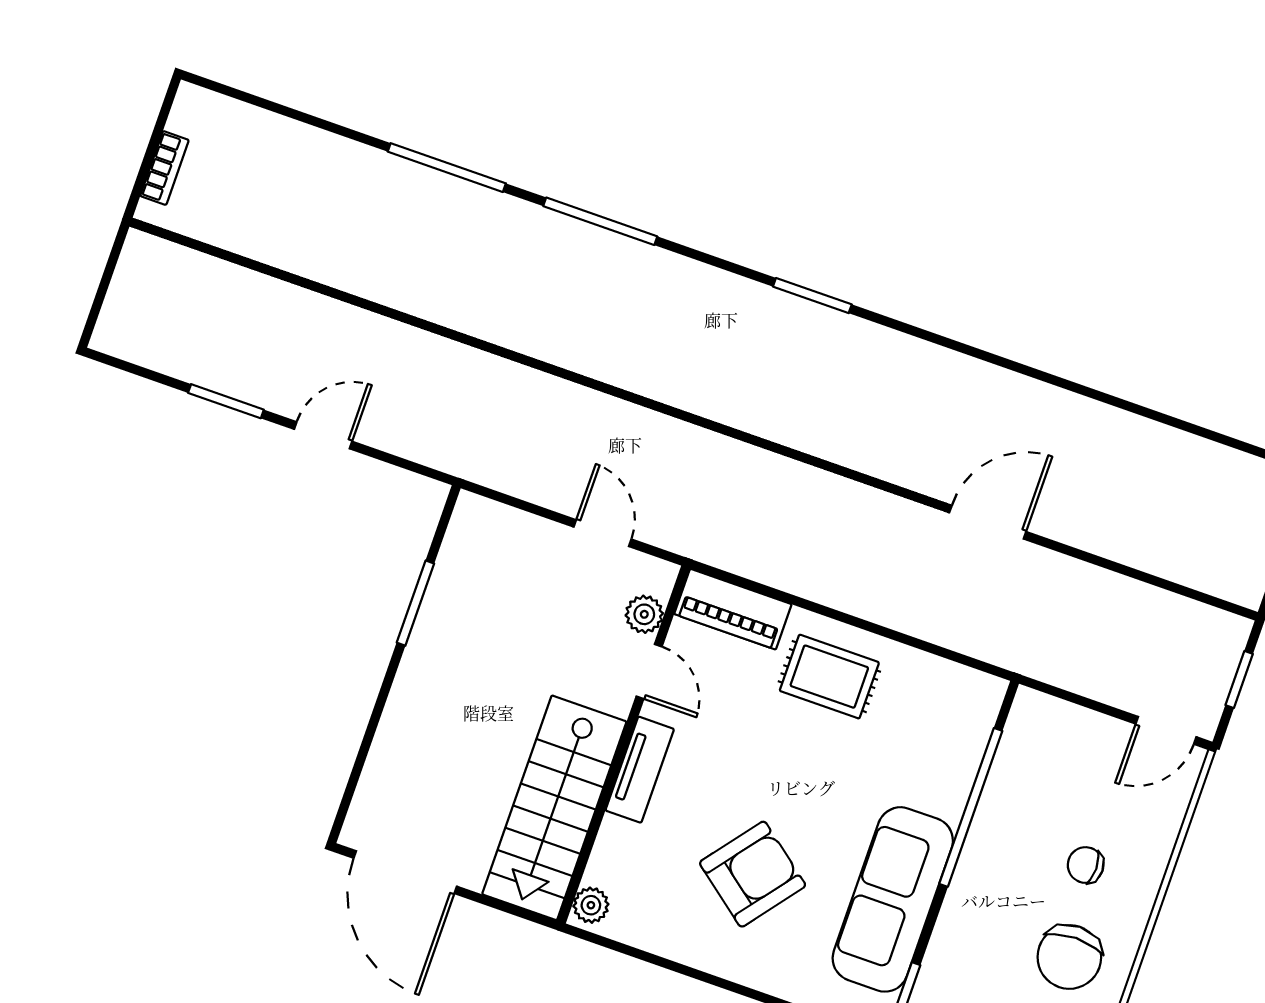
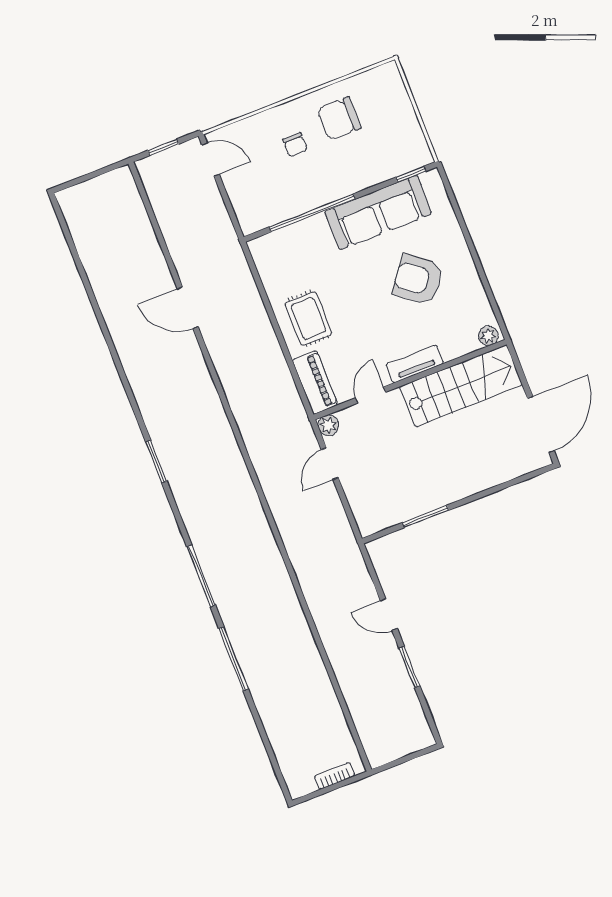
plant: (644, 614) -> (328, 425), moved
chair: (1069, 957) -> (339, 119), turned 180

